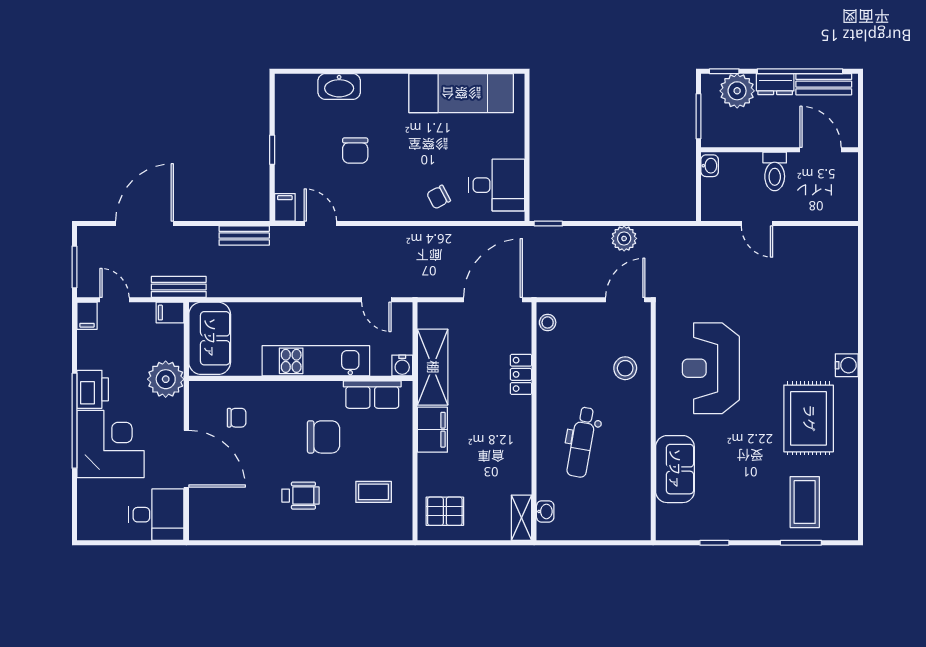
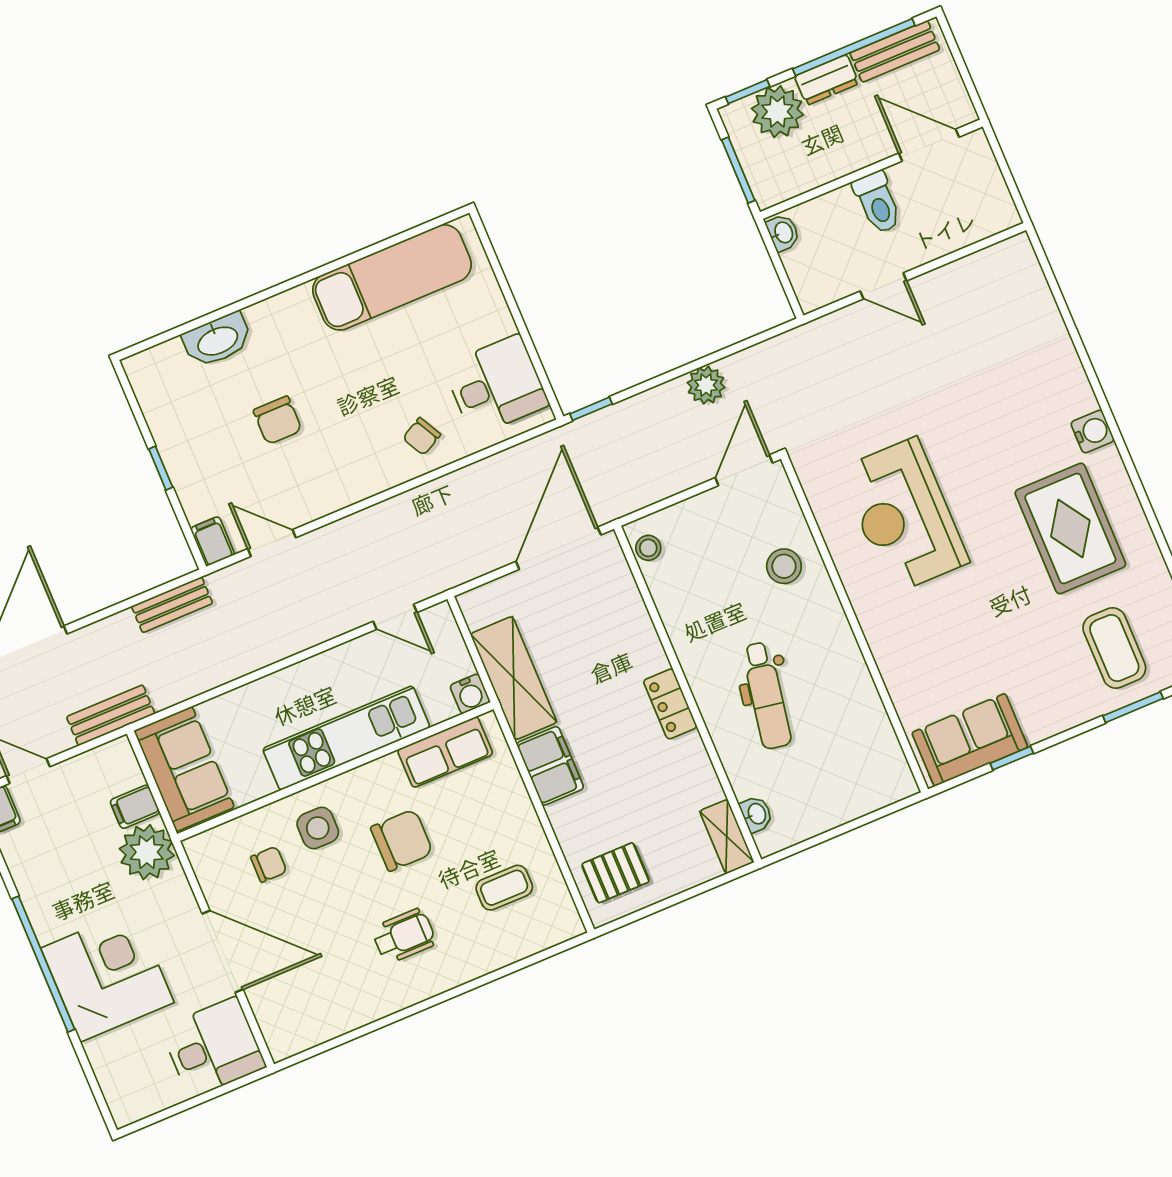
filing cabinet: (170, 313) -> (135, 807), moved
locker: (521, 374) -> (670, 704), moved
printer: (93, 389) -> (50, 909), removed
side table: (276, 408) -> (318, 828), added
sofa: (675, 469) -> (970, 740), moved, turned -90

